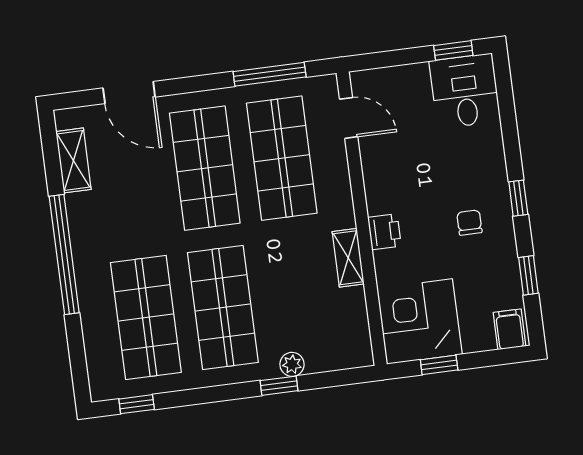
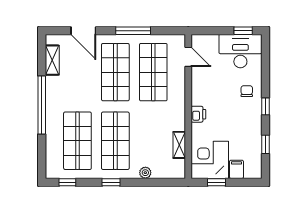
window: (270, 74) -> (133, 31), moved
desk: (465, 91) -> (240, 51), width x1.37
chair: (469, 223) -> (247, 91), moved
shelving: (348, 258) -> (179, 145), moved
filing cabinet: (510, 329) -> (236, 169), moved
window: (279, 386) -> (111, 182), moved

